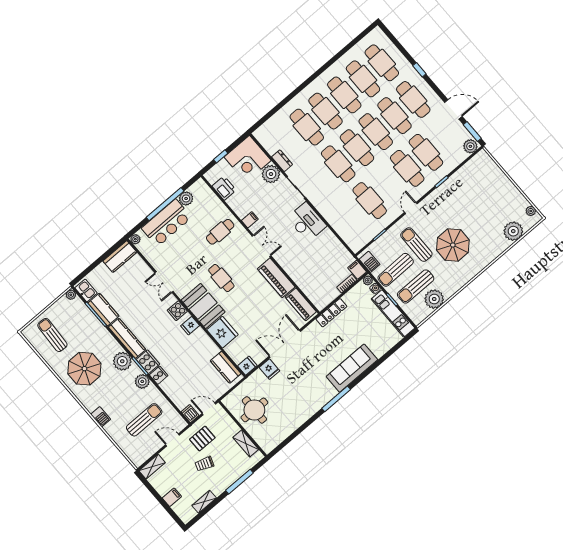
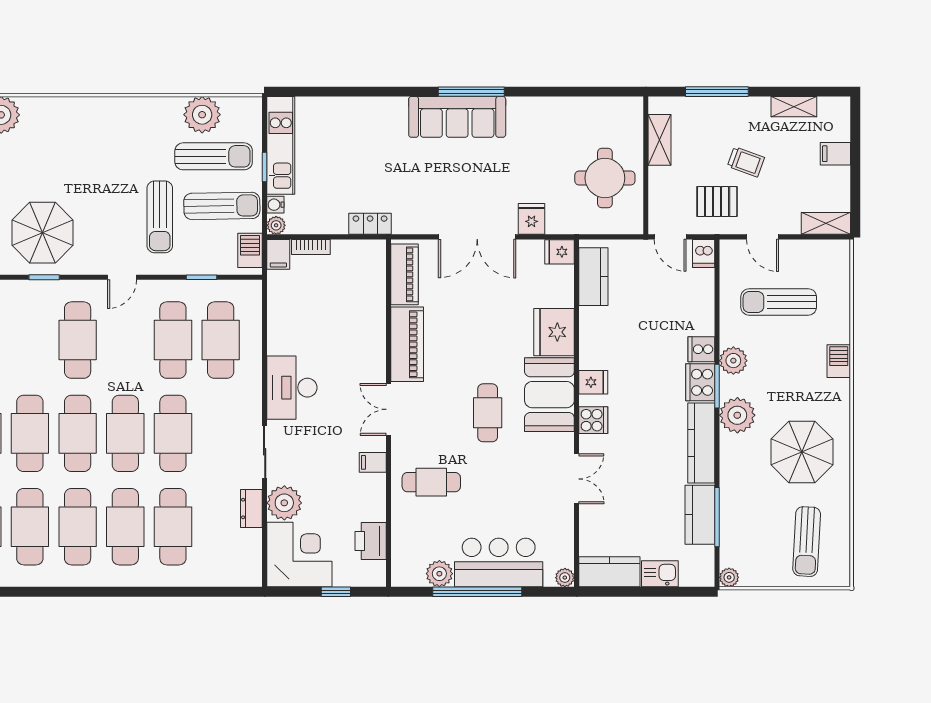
cafe table: (426, 152) -> (221, 340), moved
parasol: (453, 245) -> (43, 233), moved
kitchen sink: (86, 290) -> (660, 574), moved, turned 90
locker: (331, 313) -> (370, 224), width x0.66
sofa: (352, 368) -> (457, 117), moved

